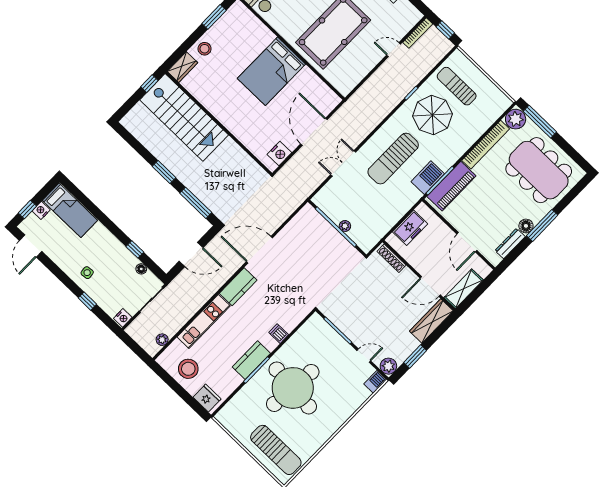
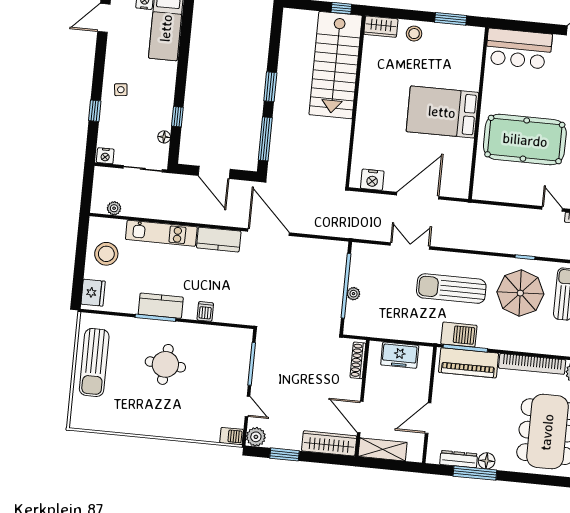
window: (542, 225) -> (475, 473), moved
round table: (293, 388) -> (165, 364), width x0.54, depth x0.54
sun lounger: (276, 450) -> (94, 362), moved

